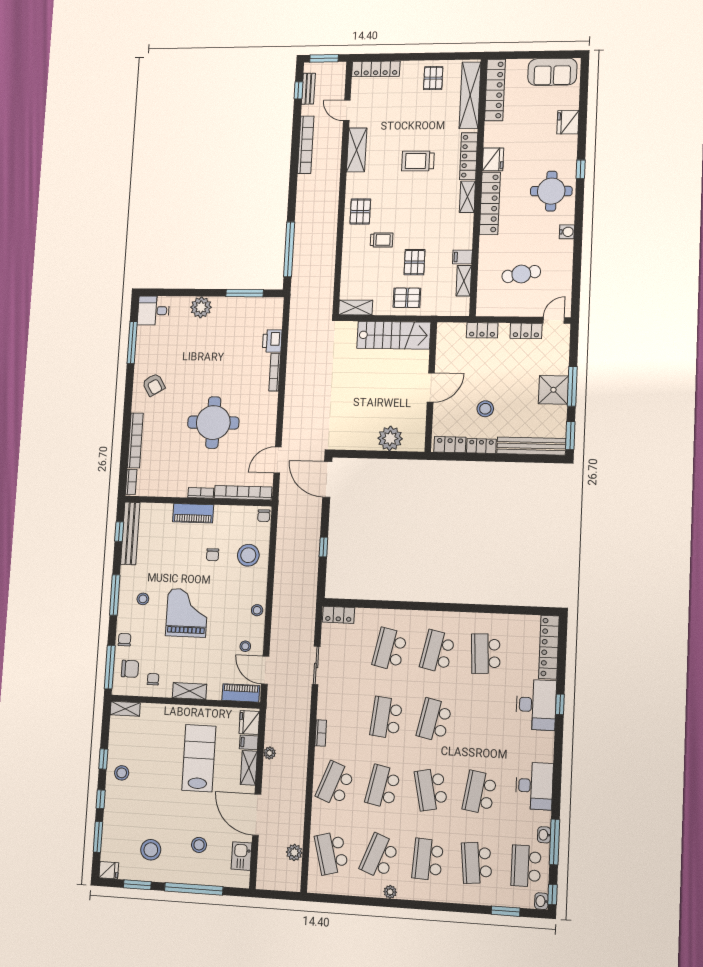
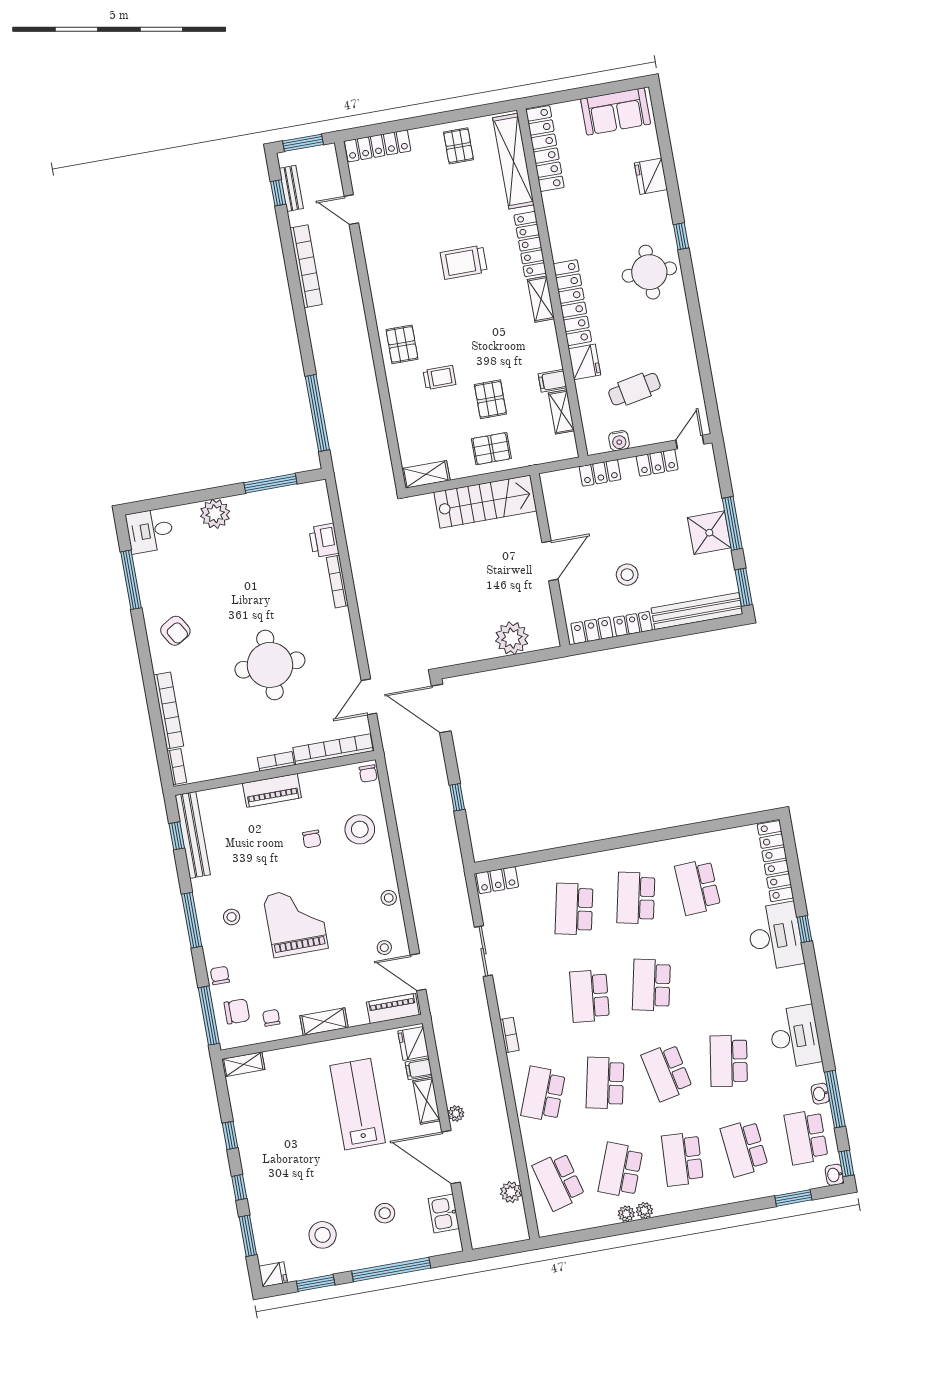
shelving: (357, 150) -> (377, 261), removed
fridge: (493, 159) -> (585, 362), moved
water cooler: (567, 232) -> (619, 441), moved, turned 90
plant: (270, 753) -> (456, 1113), moved
stool: (122, 773) -> (259, 1147), removed
plant: (376, 891) -> (626, 1214), added

